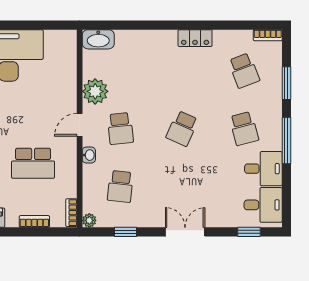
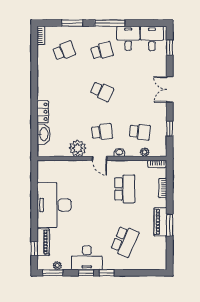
locker: (195, 38) -> (43, 112), moved
washbasin: (98, 39) -> (44, 134), moved
plant: (89, 220) -> (145, 152), moved

